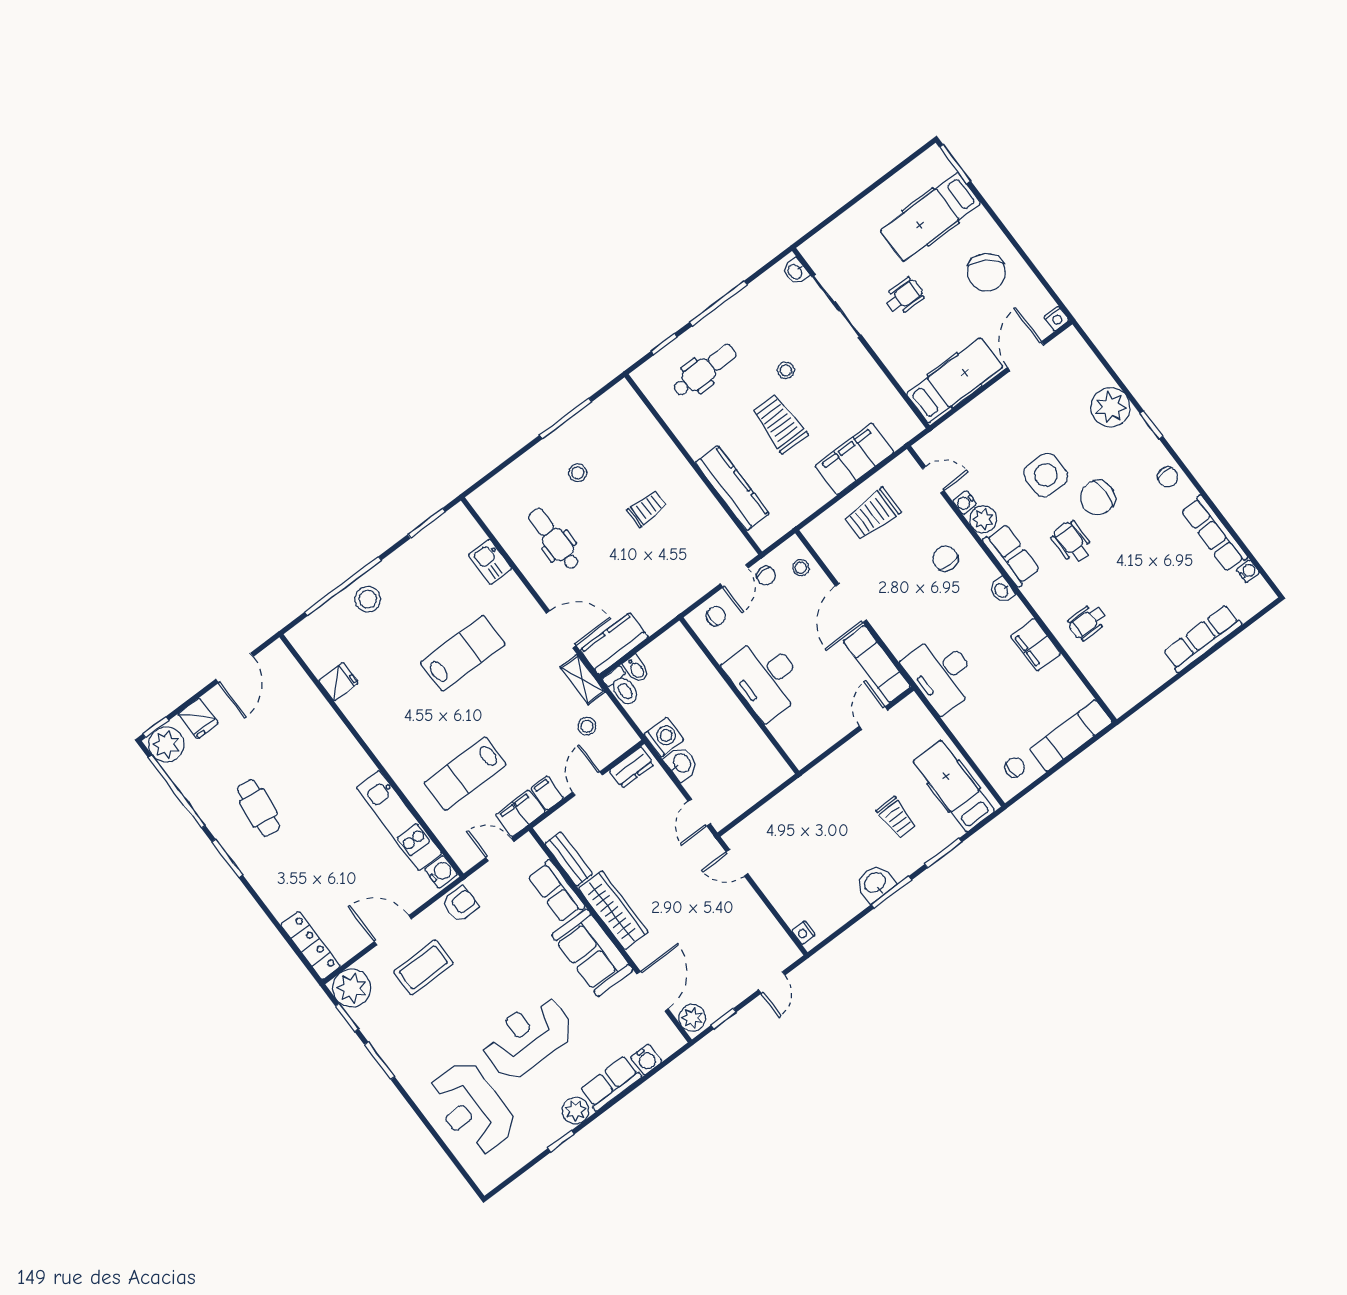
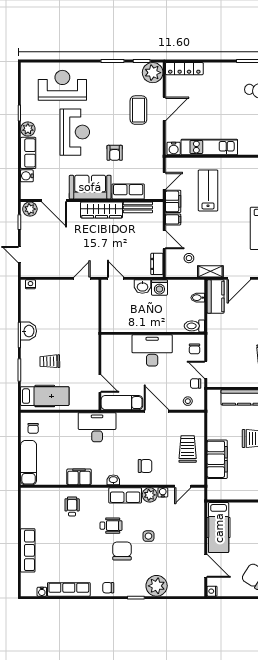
side table: (1046, 475) -> (148, 536), width x0.54, depth x0.54
toilet: (622, 687) -> (194, 326), moved
armchair: (460, 904) -> (115, 153), moved

